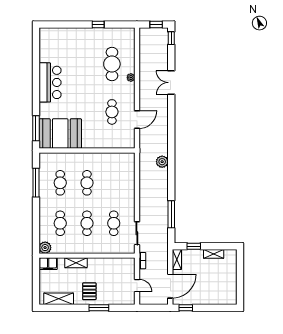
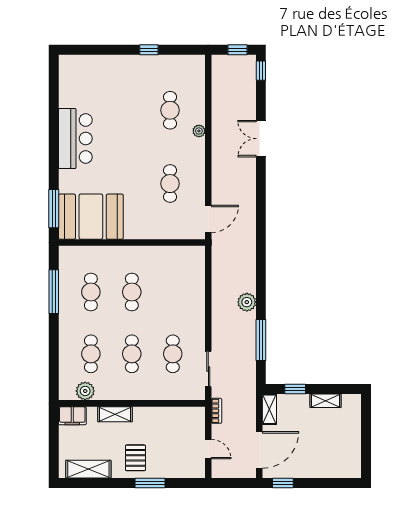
cafe table: (112, 64) -> (170, 110), width x0.73, depth x0.74
door: (137, 120) -> (208, 219), moved
plant: (162, 162) -> (247, 302), moved
plant: (45, 248) -> (85, 391), moved

